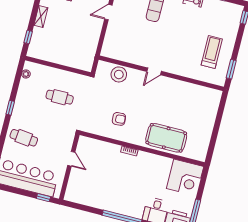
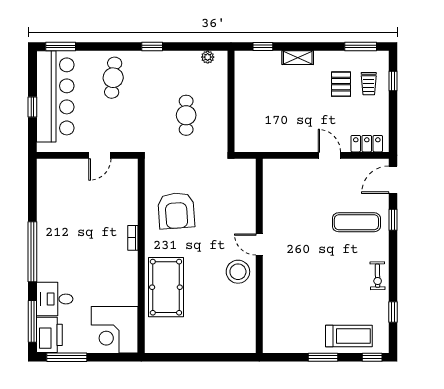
treadmill: (212, 52) -> (349, 336), moved
window: (231, 69) -> (323, 357), moved
stool: (119, 74) -> (238, 272), moved
armchair: (119, 119) -> (176, 211), width x1.88, depth x1.88
window: (43, 198) -> (32, 107), moved

